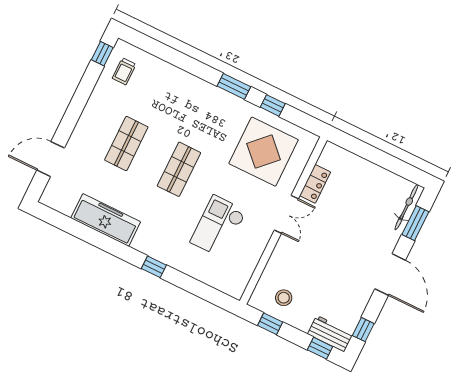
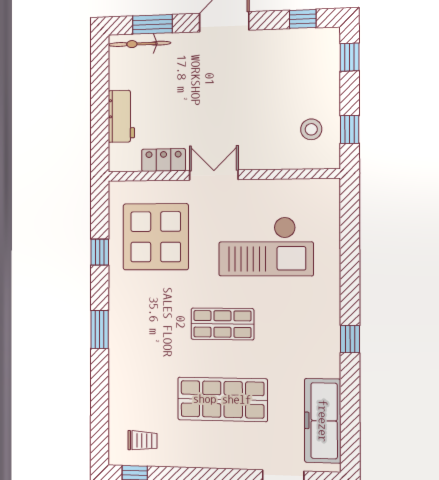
window: (234, 86) -> (100, 329), moved
shop shelf: (126, 143) -> (222, 399), width x1.43, depth x1.36
freezer: (106, 220) -> (323, 421), moved
checkout: (218, 226) -> (266, 246), width x1.36, depth x1.21
window: (154, 267) -> (350, 339), moved
workbench: (330, 334) -> (121, 116), moved, turned 180

